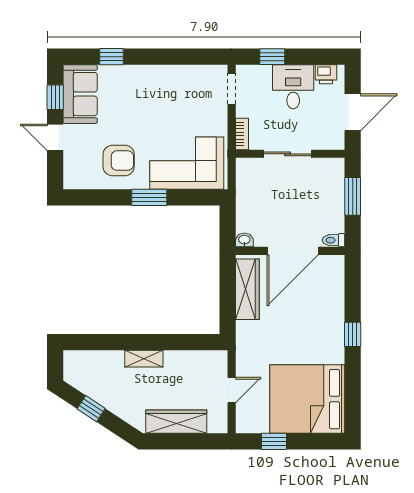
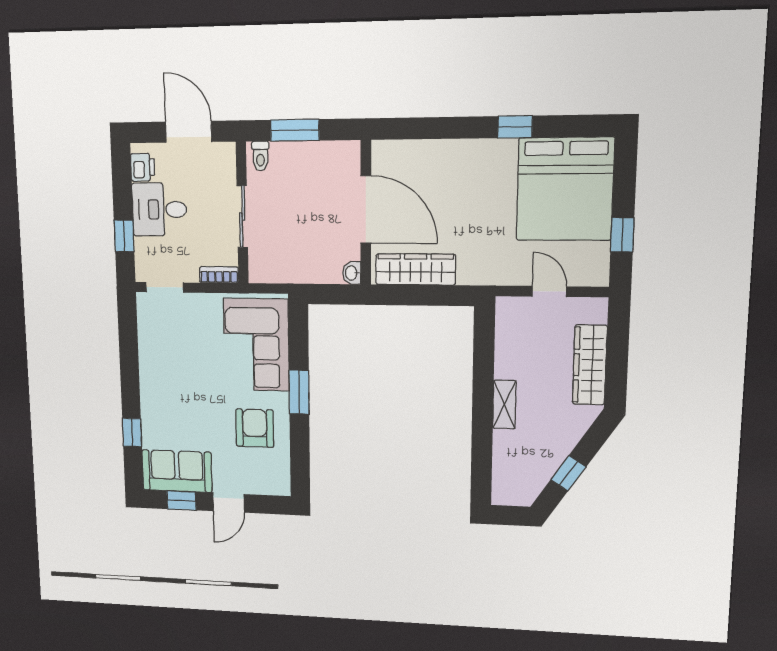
toilet: (334, 240) -> (260, 156), moved
window: (353, 334) -> (515, 127), moved

